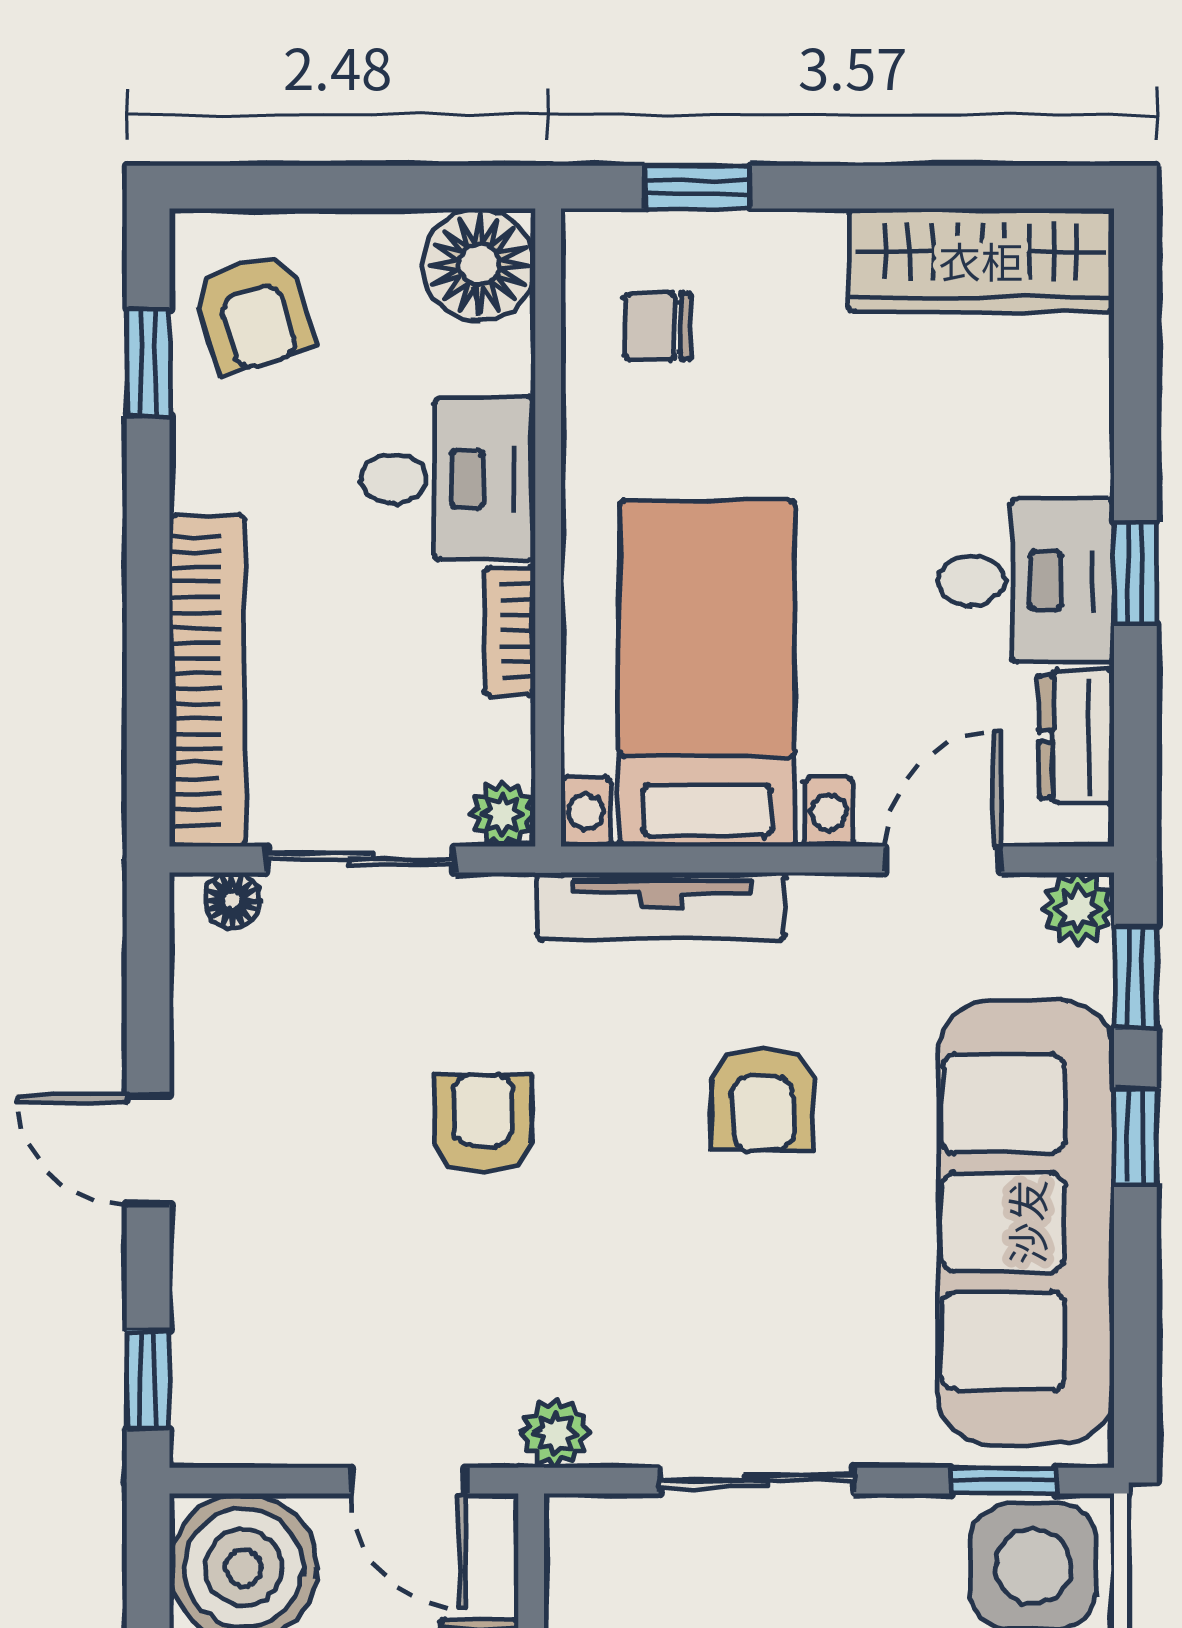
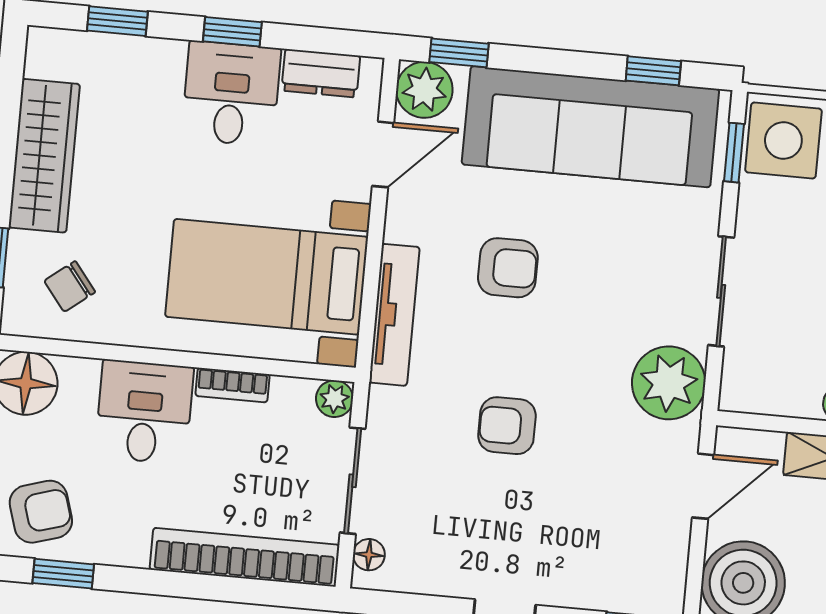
wardrobe: (981, 260) -> (44, 156), moved
chair: (658, 327) -> (70, 286), turned 52
window: (1135, 368) -> (117, 21), added
door: (943, 859) -> (383, 154), swing flipped
plant: (1078, 909) -> (424, 90), width x1.38, depth x1.38
window: (1135, 1136) -> (653, 71), moved
plant: (555, 1433) -> (669, 383), width x1.87, depth x1.87

